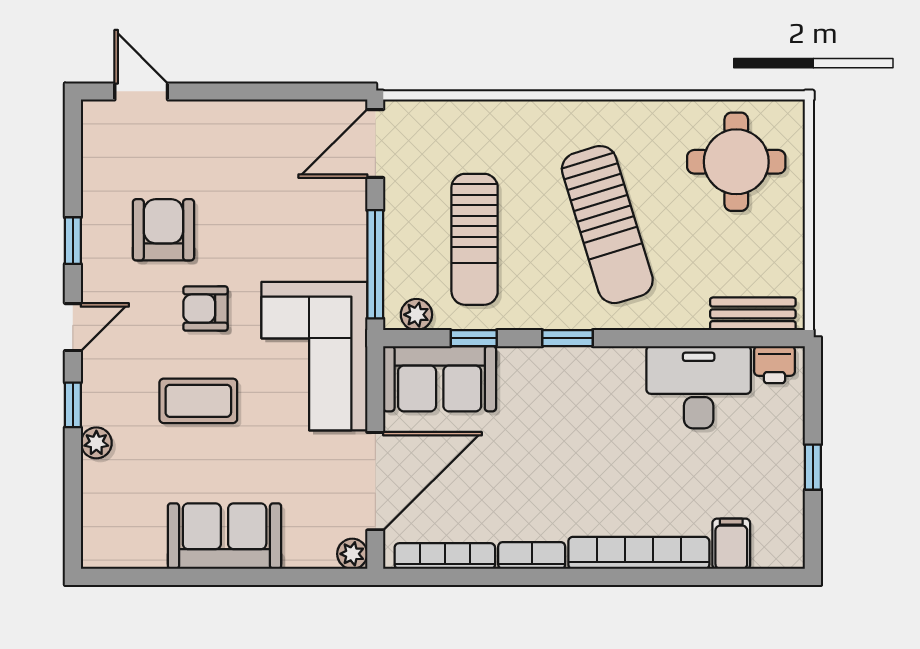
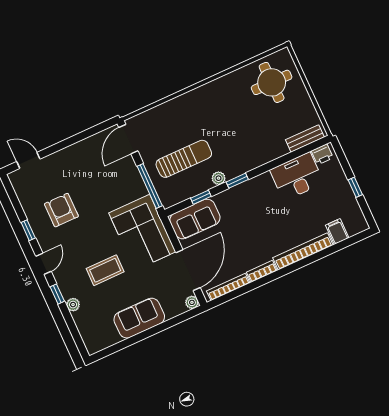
sun lounger: (607, 225) -> (233, 130), removed
sun lounger: (475, 239) -> (184, 159), turned -90
armchair: (205, 309) -> (92, 233), removed
plant: (416, 315) -> (219, 178), moved

